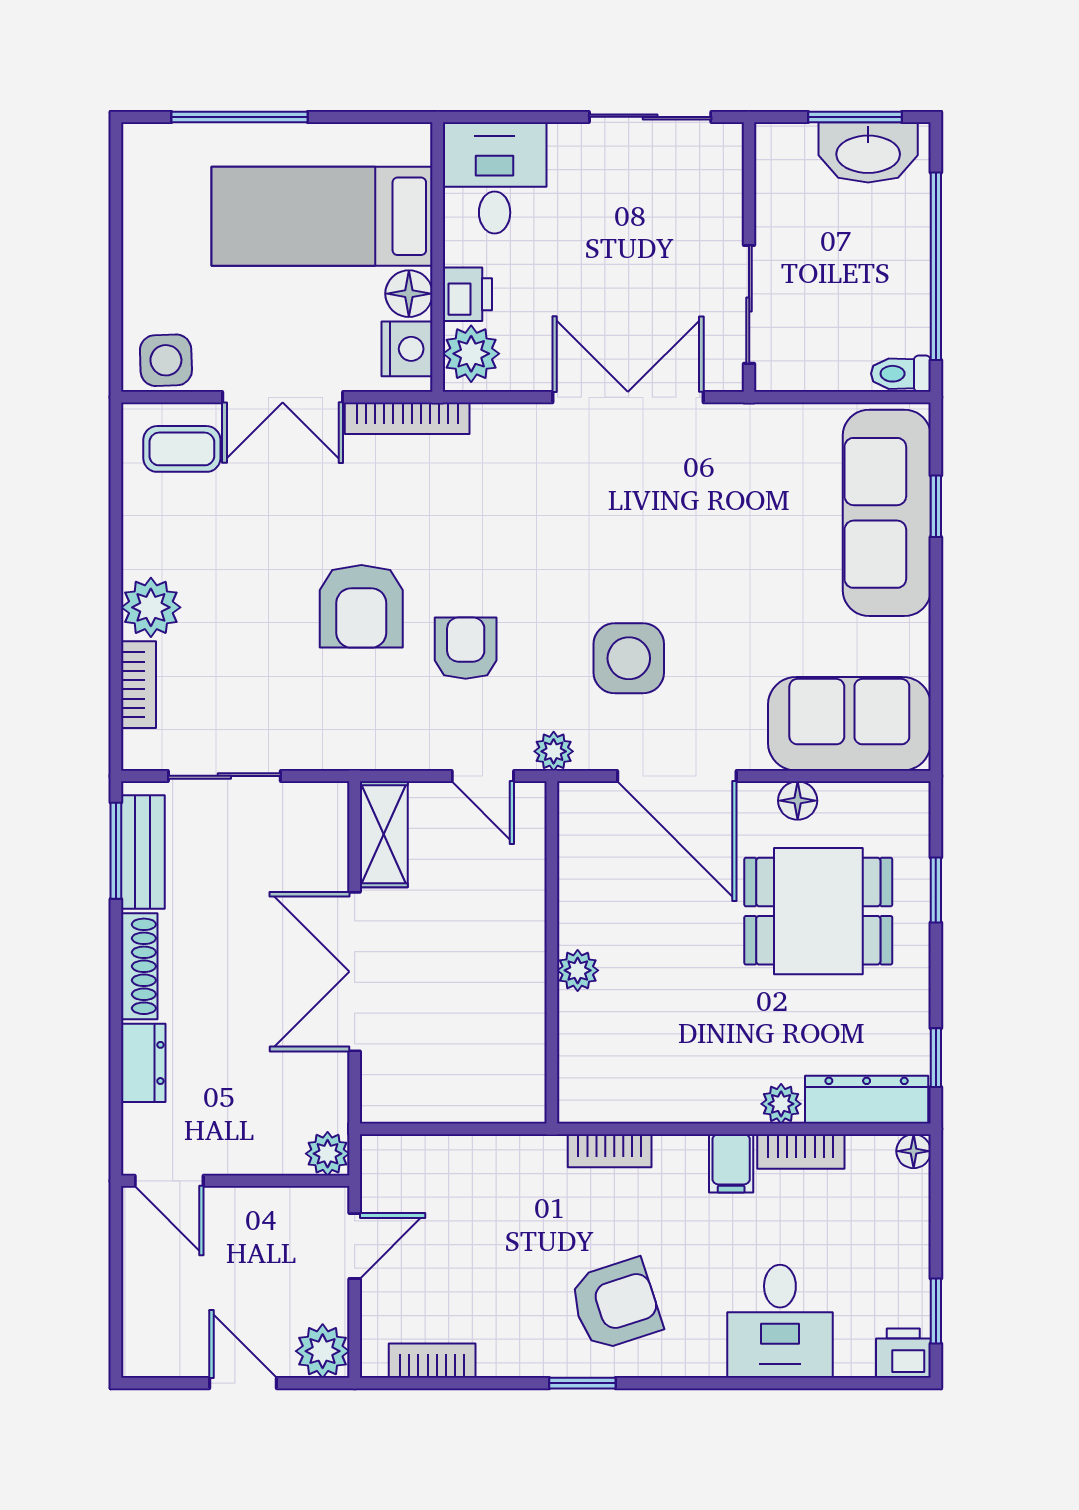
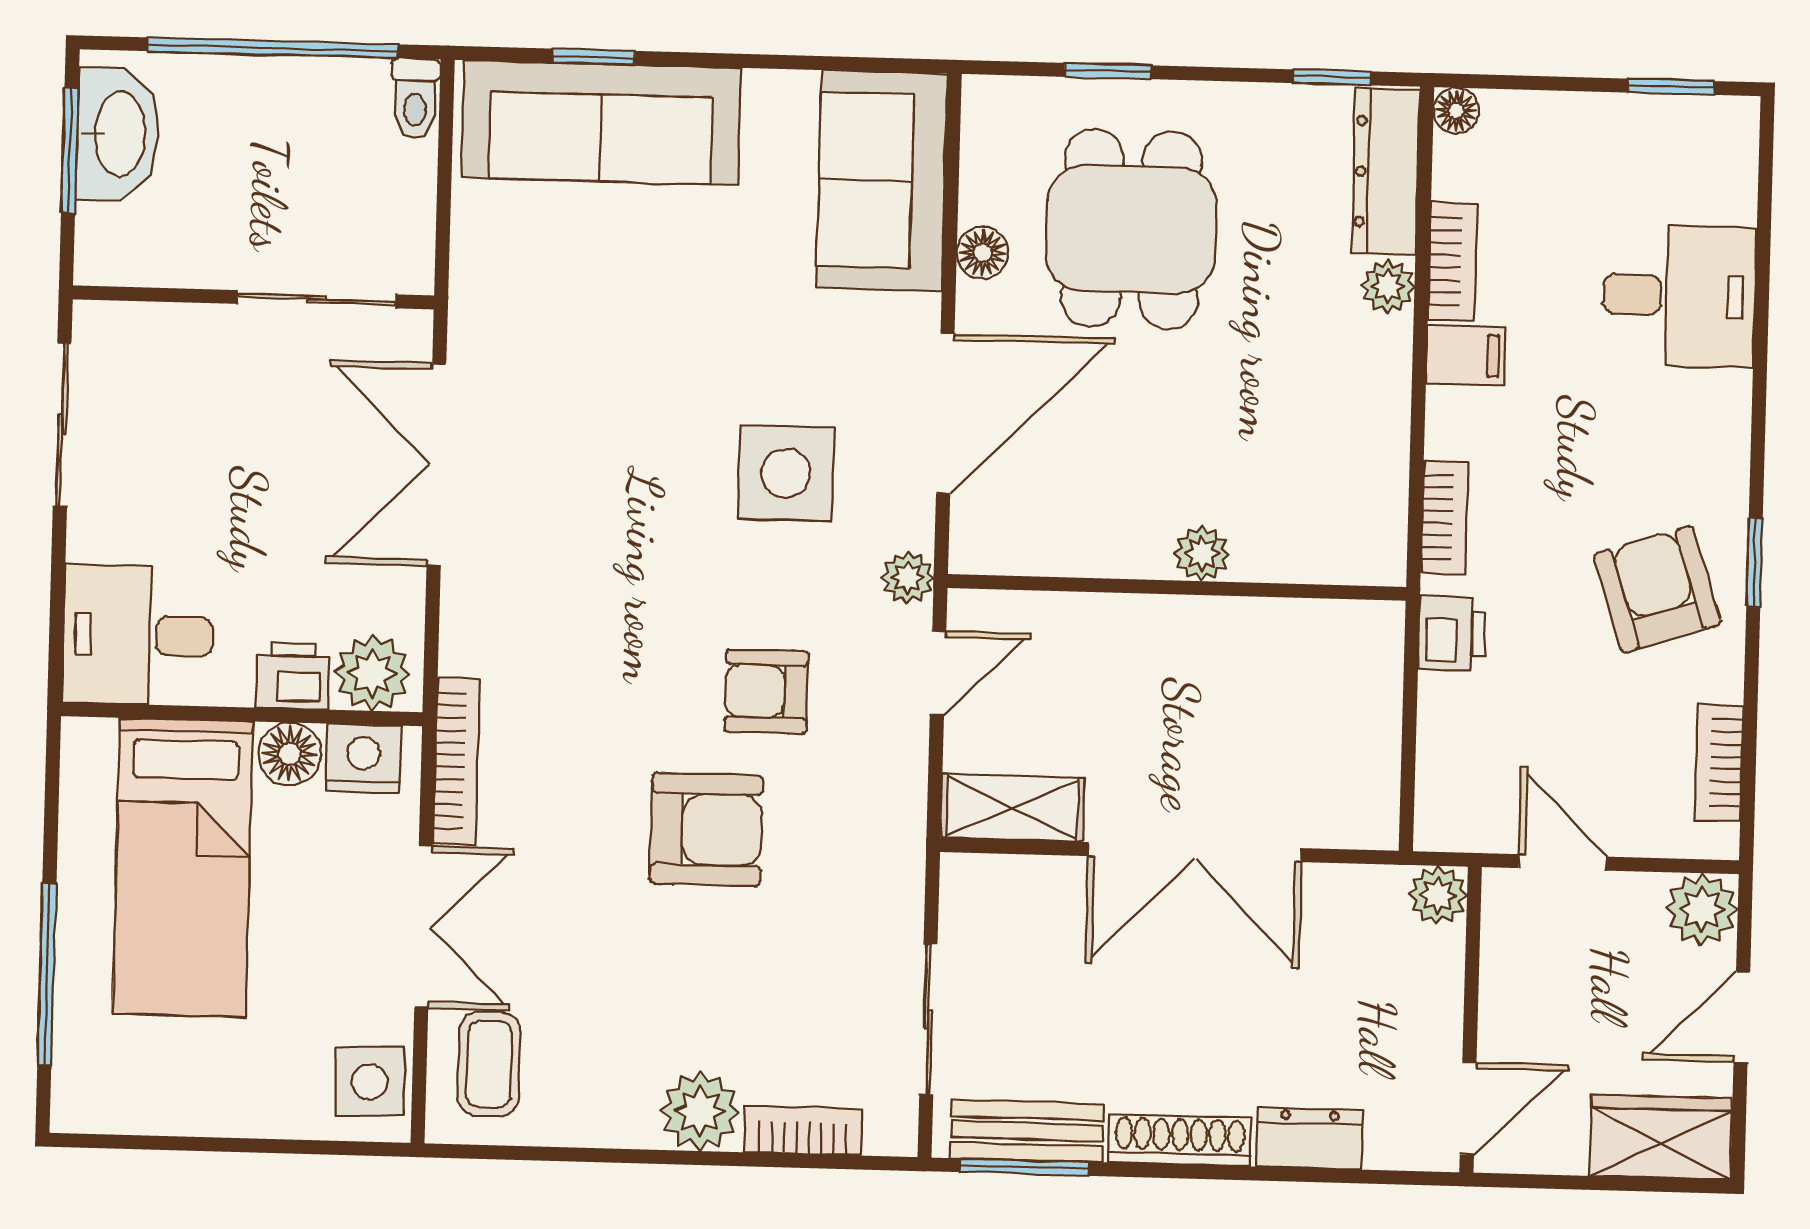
armchair: (616, 1304) -> (1657, 589), moved
wardrobe: (152, 1325) -> (1661, 1137), added
printer: (903, 1353) -> (1452, 633), moved, turned 180

